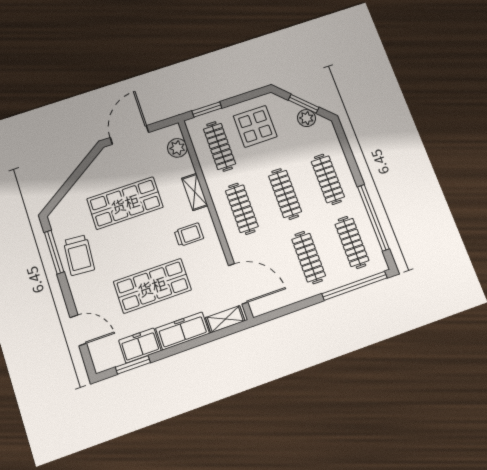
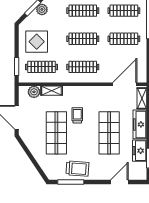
shelving: (195, 192) -> (52, 91), moved
trolley: (189, 235) -> (77, 115), moved

